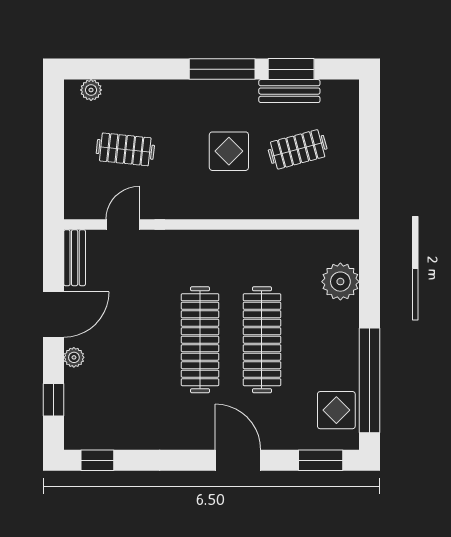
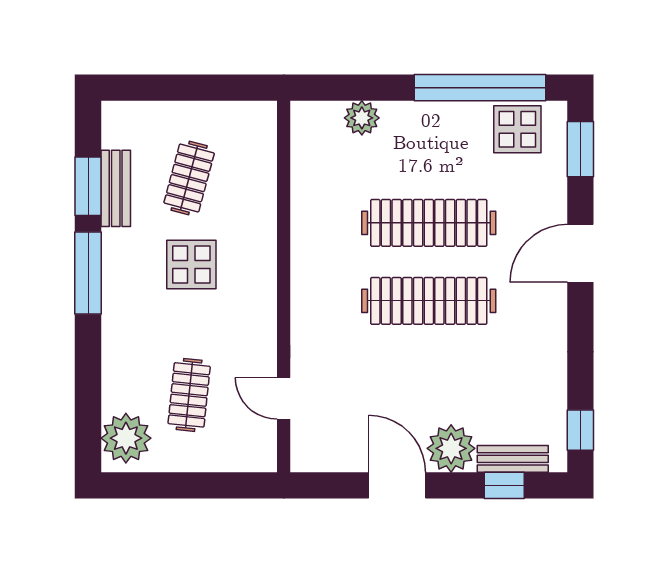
plant: (91, 90) -> (126, 438), width x1.87, depth x1.87
clothes rail: (298, 149) -> (189, 178), turned 30
bench: (75, 258) -> (513, 459), moved
plant: (340, 282) -> (362, 118), width x0.73, depth x0.73
plant: (74, 357) -> (451, 448), width x1.88, depth x1.88

